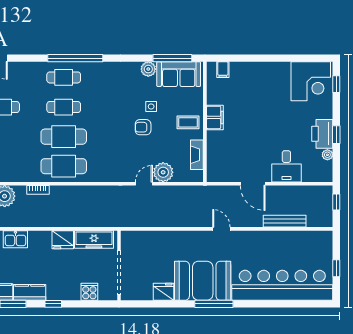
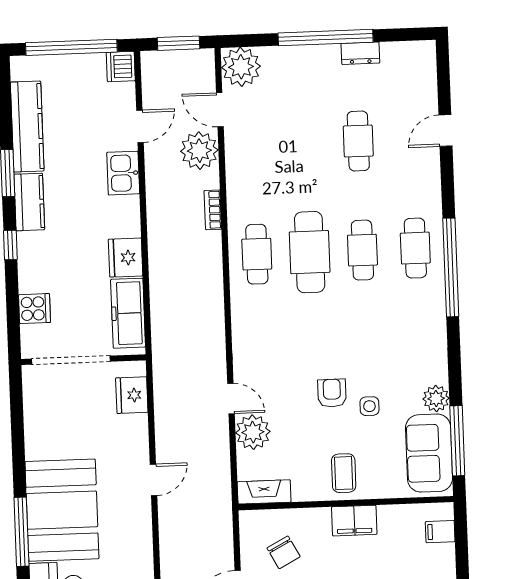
fireplace: (197, 155) -> (264, 492), moved
chair: (231, 158) -> (284, 552), added
cafe table: (64, 166) -> (257, 254), width x0.73, depth x0.74
door: (221, 229) -> (154, 480), moved
fridge: (164, 292) -> (132, 395), moved, turned 180

